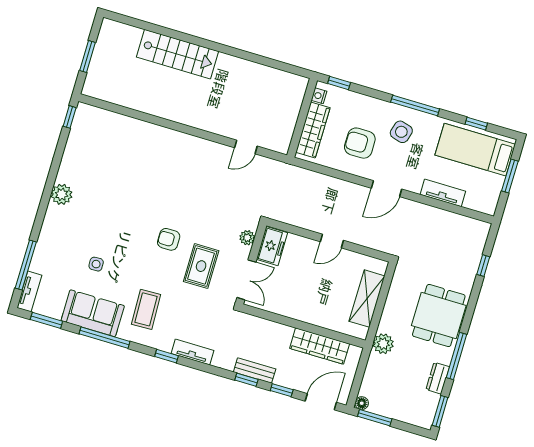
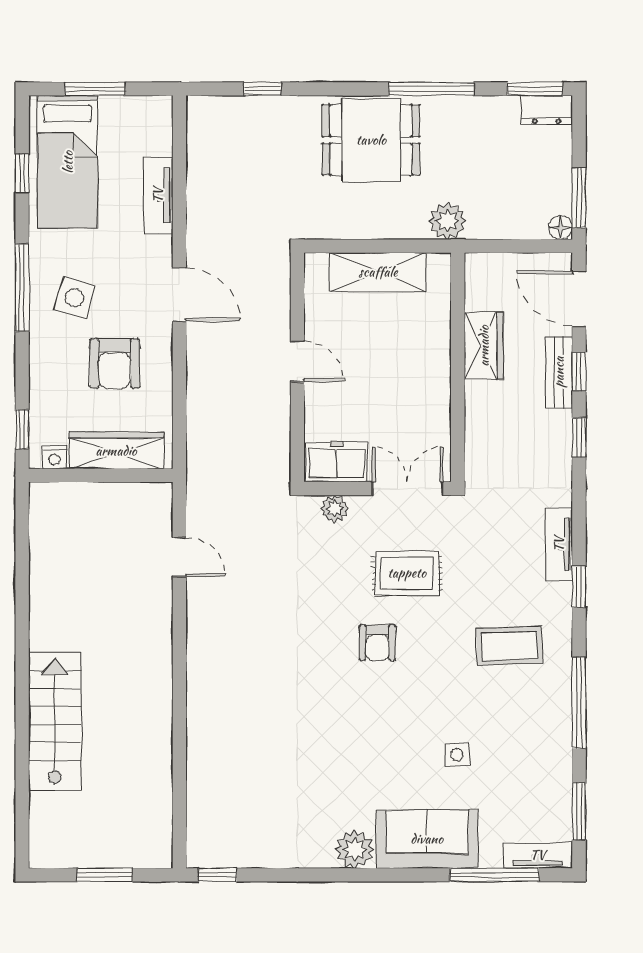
sofa: (93, 313) -> (427, 839), moved, turned 90
wardrobe: (320, 346) -> (484, 346), width x0.67
bench: (255, 370) -> (559, 372), moved
dresser: (438, 378) -> (547, 110), moved

